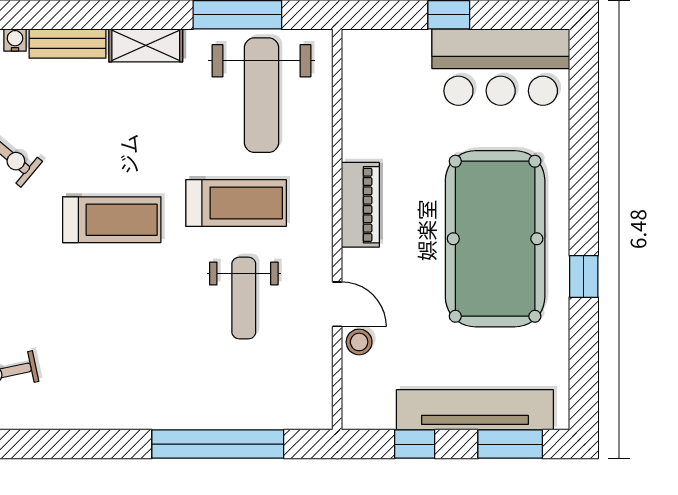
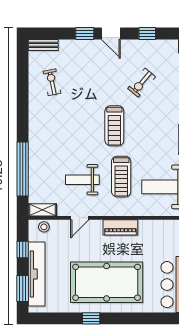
stool: (359, 342) -> (44, 227), moved
shelving: (318, 396) -> (42, 210), added

